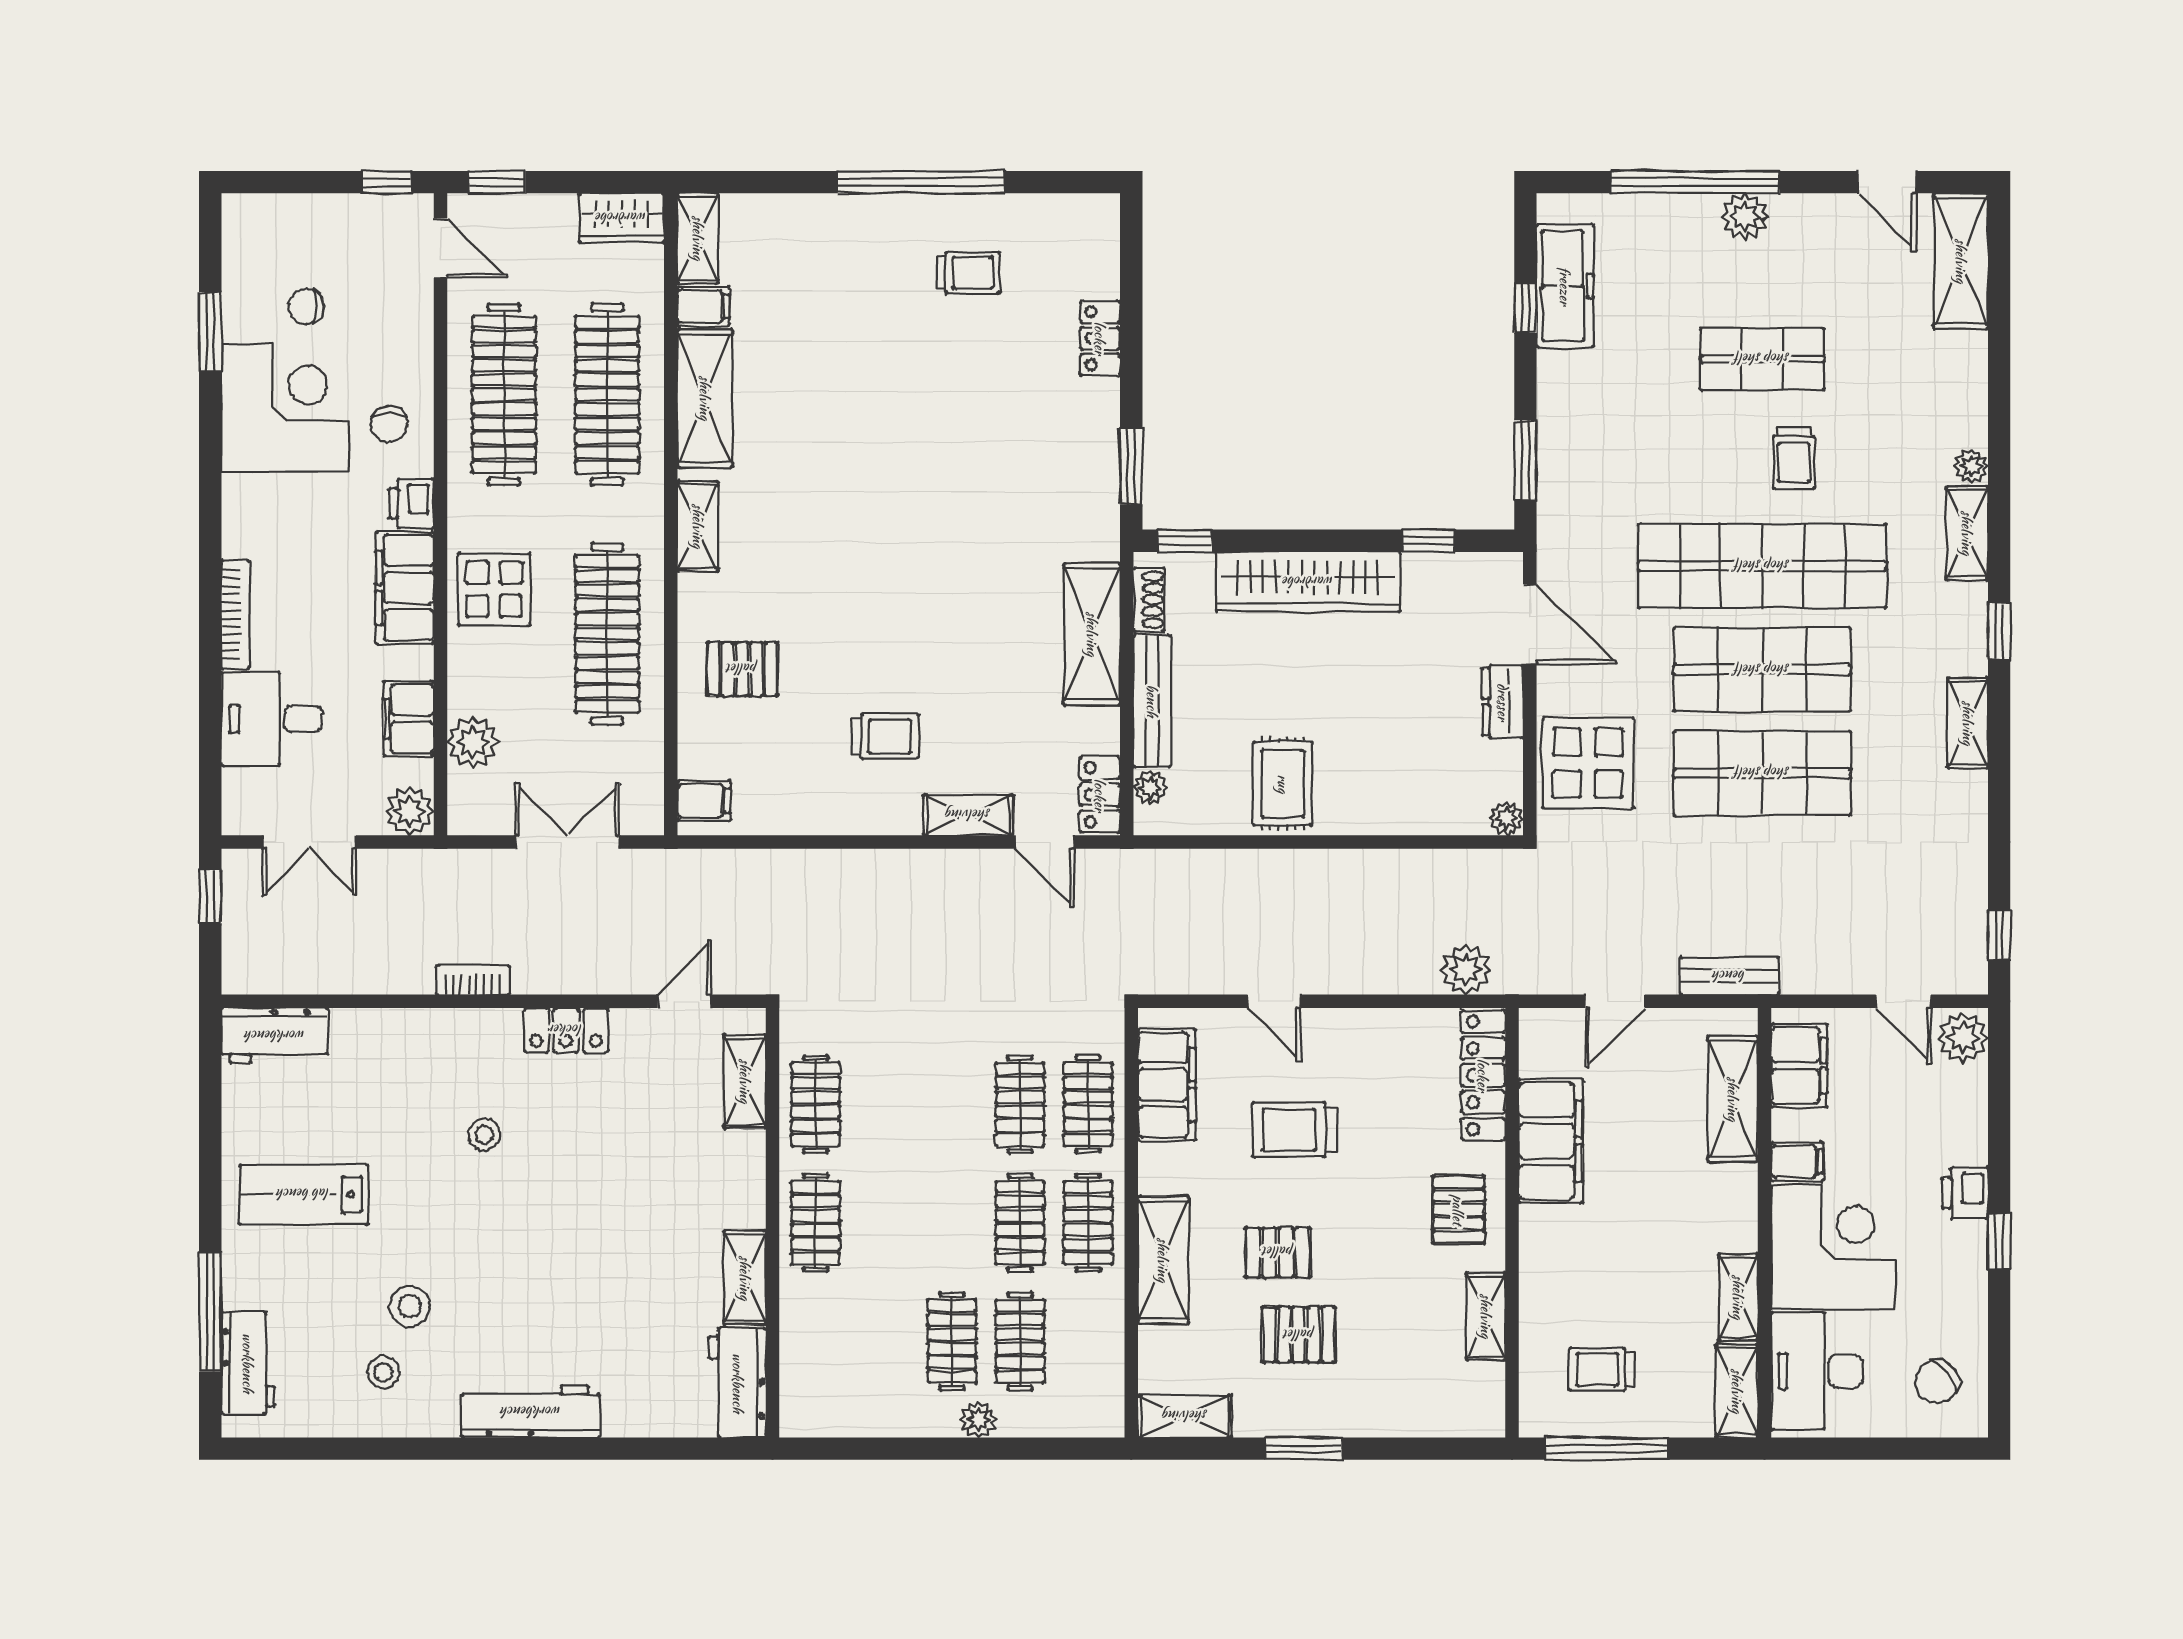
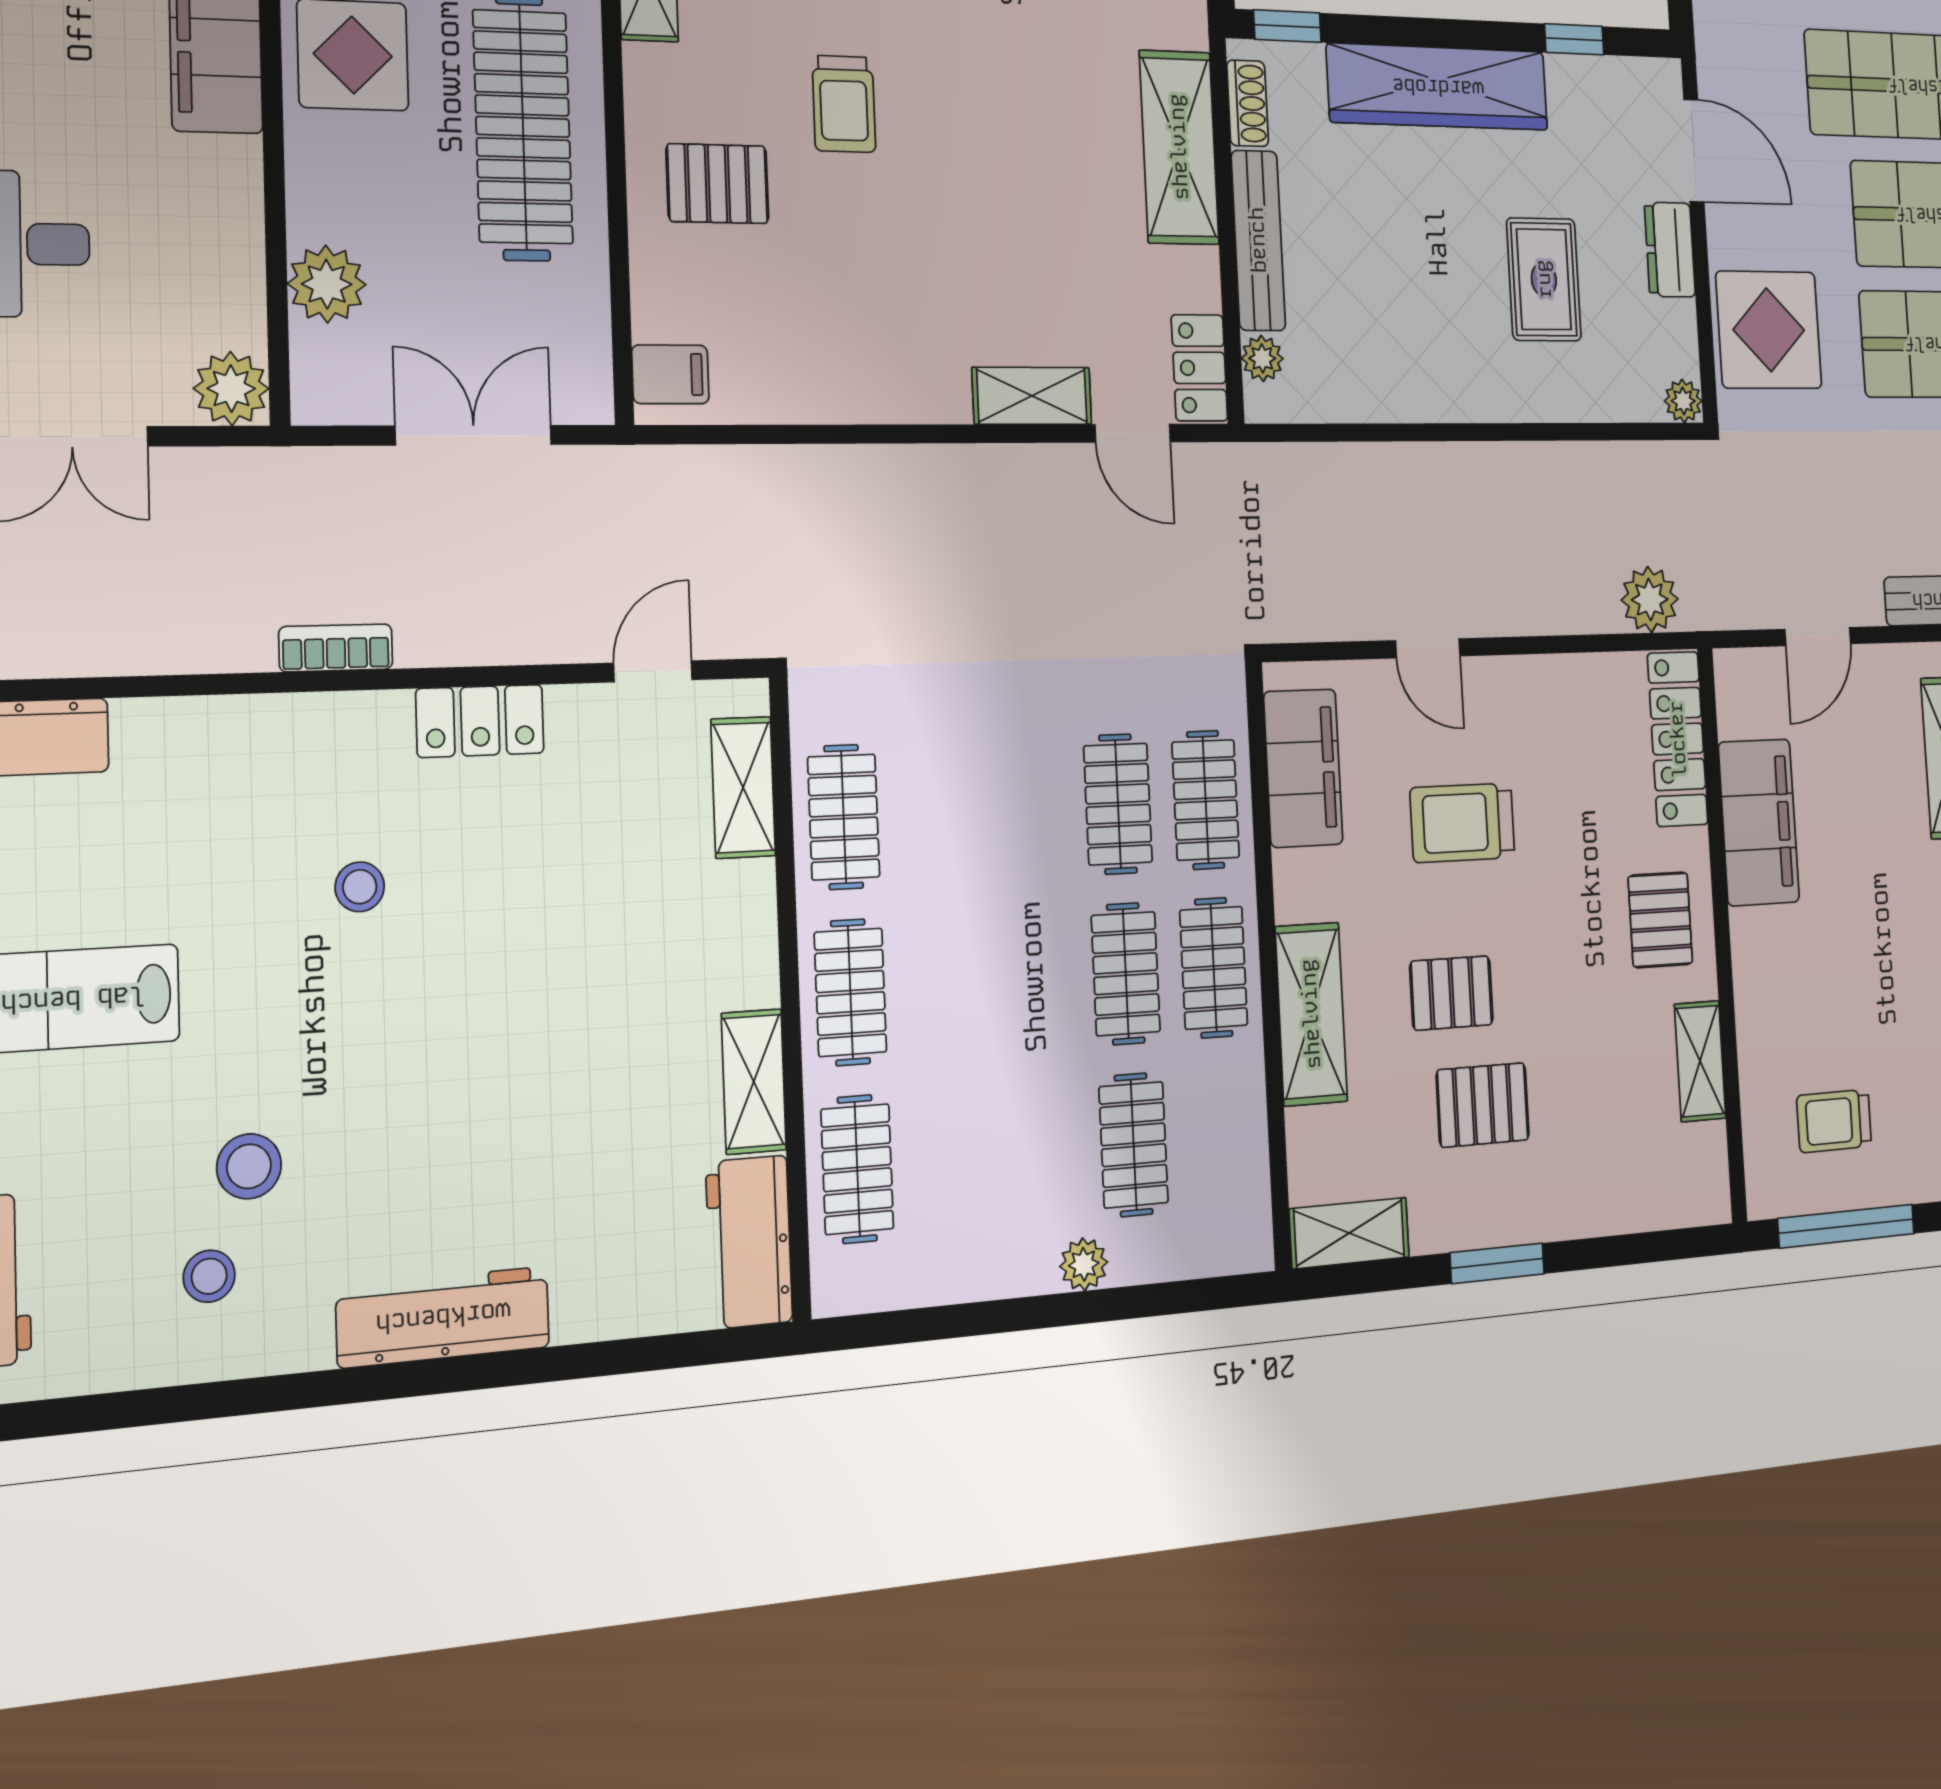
filing cabinet: (409, 719) -> (226, 247), removed
trolley: (885, 736) -> (844, 104), moved, turned 90
rug: (1283, 784) -> (1544, 279), moved
clothes rail: (952, 1341) -> (857, 1169), moved

